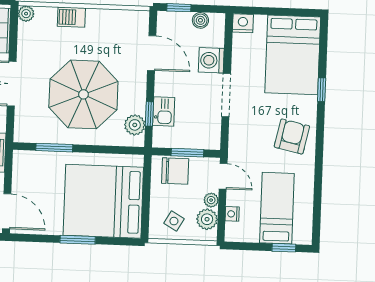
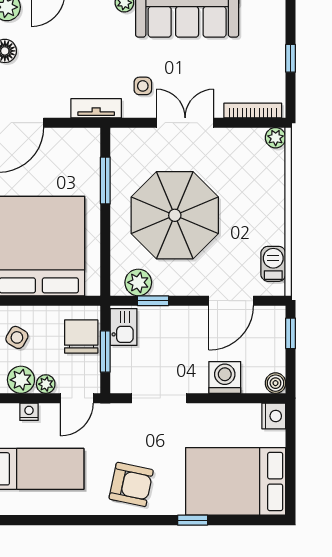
barbecue: (71, 17) -> (273, 264), moved
boiler: (200, 20) -> (275, 383), moved
doorway: (226, 95) -> (159, 398), moved
kitchen sink: (164, 111) -> (124, 327), moved, turned -90
chair: (175, 171) -> (81, 337), turned 180

